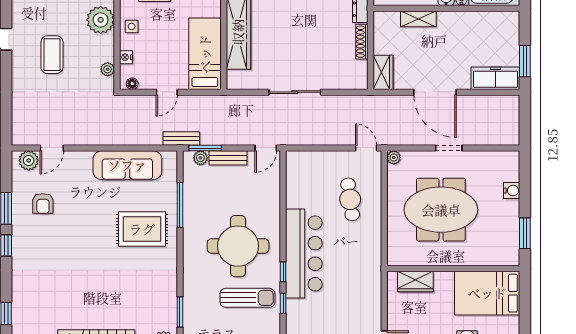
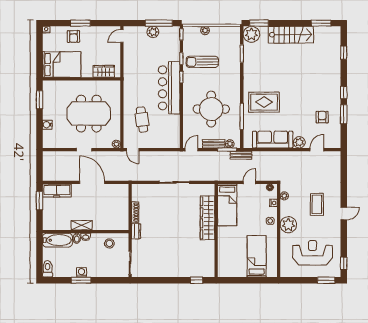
shelving: (418, 19) -> (82, 225), moved
wardrobe: (383, 72) -> (123, 194), removed
plant: (29, 160) -> (299, 142), moved
round table: (238, 246) -> (211, 109), moved

